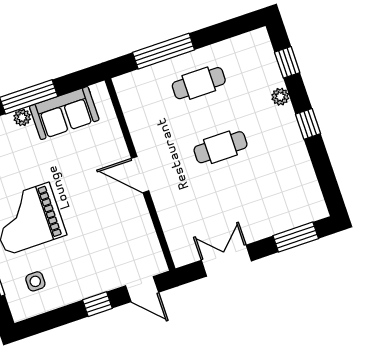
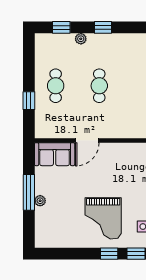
window: (164, 51) -> (29, 101), width x0.46
sofa: (64, 113) -> (55, 154), moved, turned 90
door: (140, 175) -> (87, 141), moved

